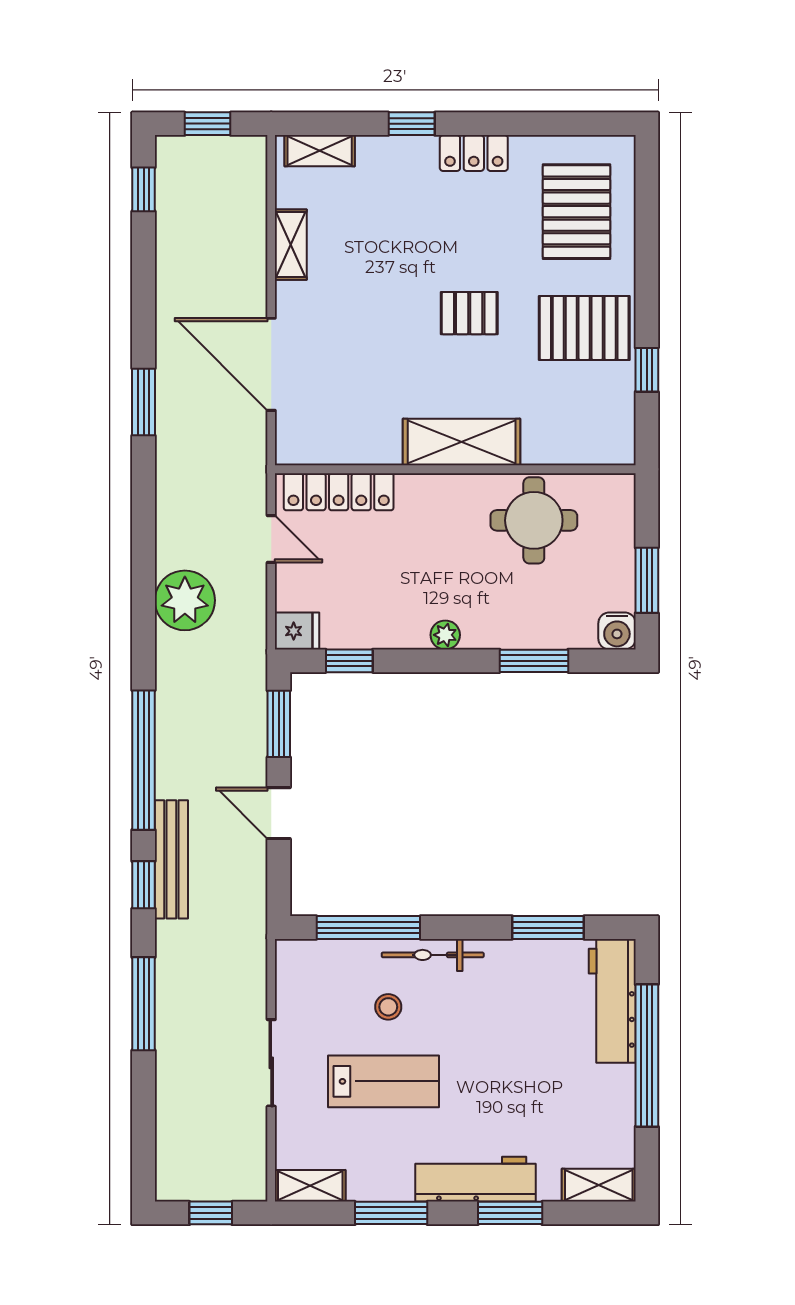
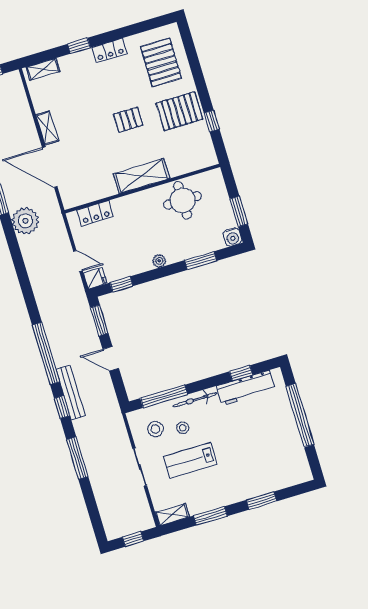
shelving: (291, 245) -> (47, 128), moved
locker: (339, 492) -> (95, 213), width x0.66
door: (271, 539) -> (78, 261), moved
plant: (185, 600) -> (25, 221), moved
window: (548, 928) -> (241, 373), width x0.67
stool: (329, 992) -> (155, 429), added
workbench: (612, 1001) -> (246, 388), moved, turned -90
lab bench: (383, 1081) -> (190, 460), turned 180
workbench: (476, 1179) -> (242, 490), removed
shelving: (599, 1185) -> (296, 477), removed

